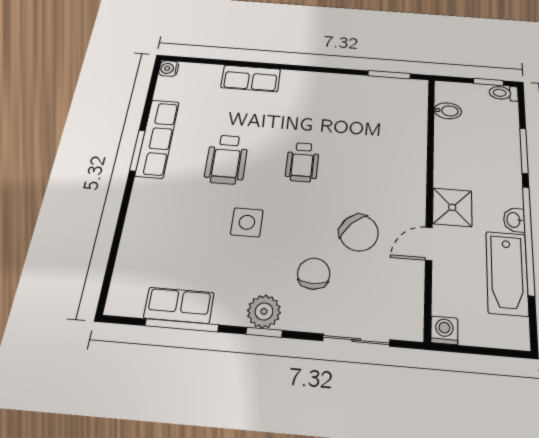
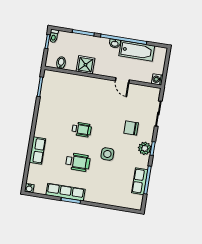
shower: (452, 207) -> (85, 65), moved
chair: (359, 233) -> (115, 108), removed

